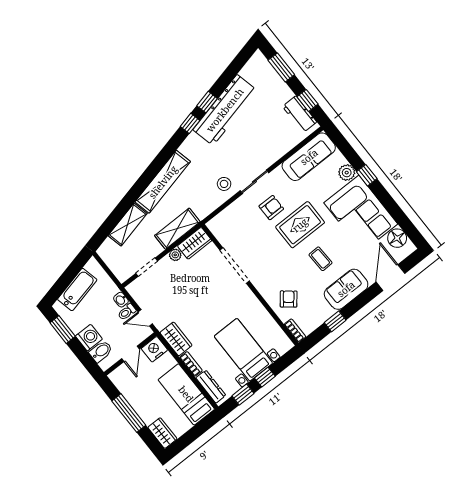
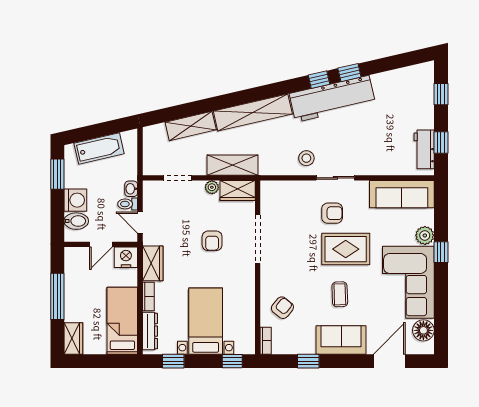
window: (281, 67) -> (441, 94), width x0.67
workbench: (225, 110) -> (332, 99), moved
armchair: (204, 291) -> (212, 241), added
window: (265, 377) -> (232, 361), moved

